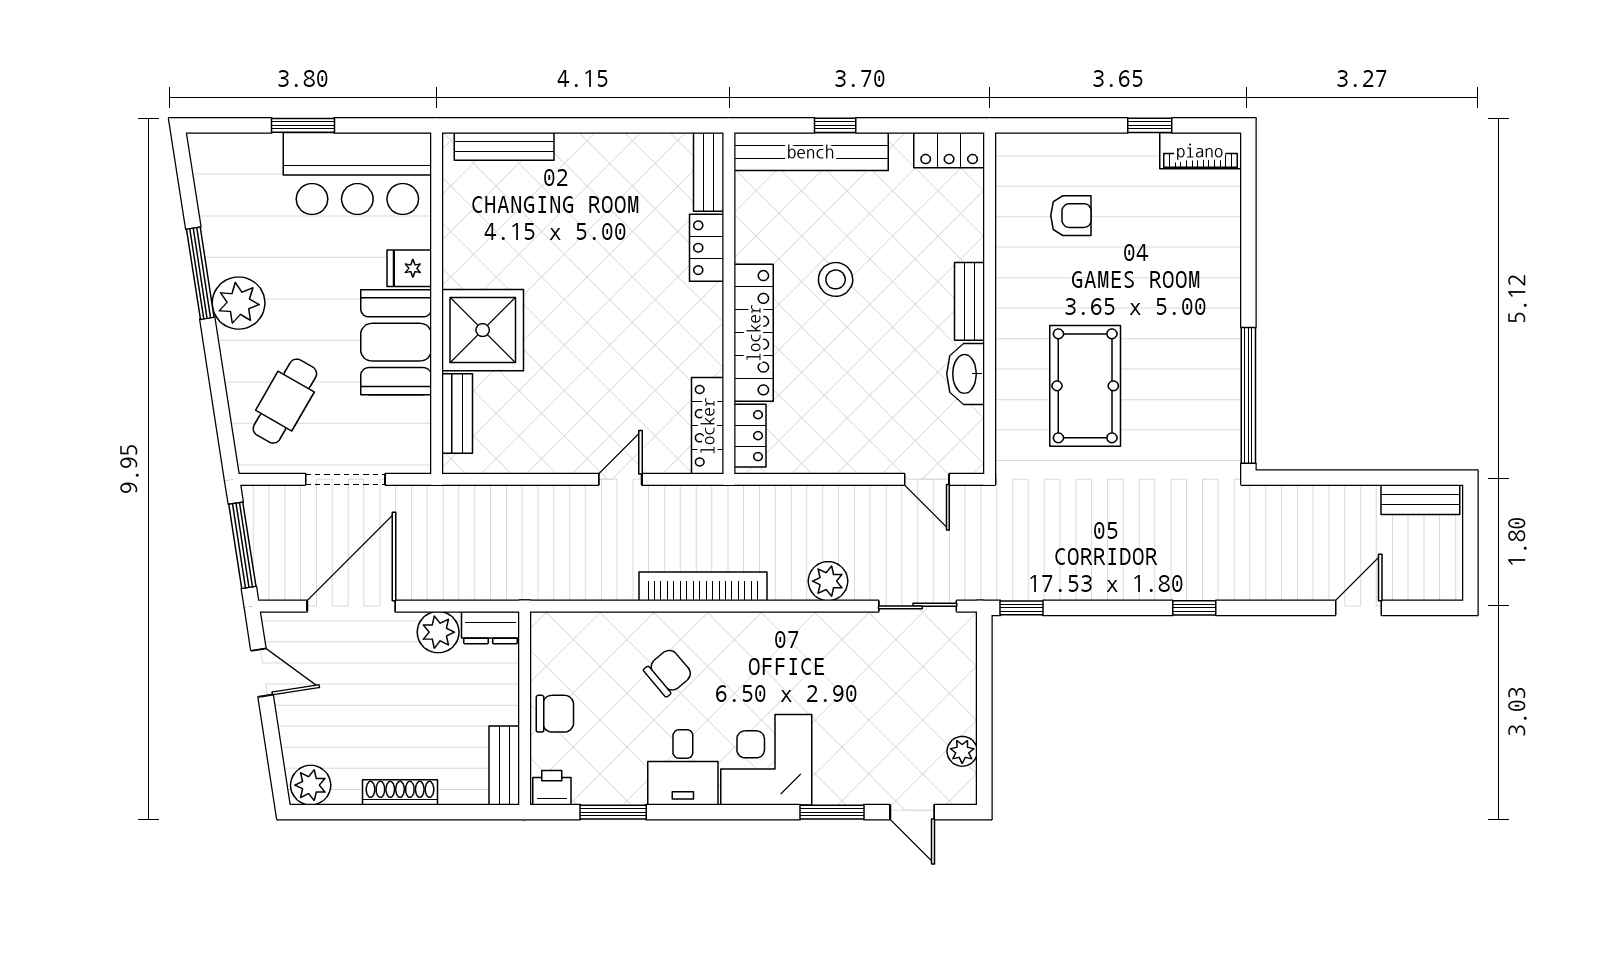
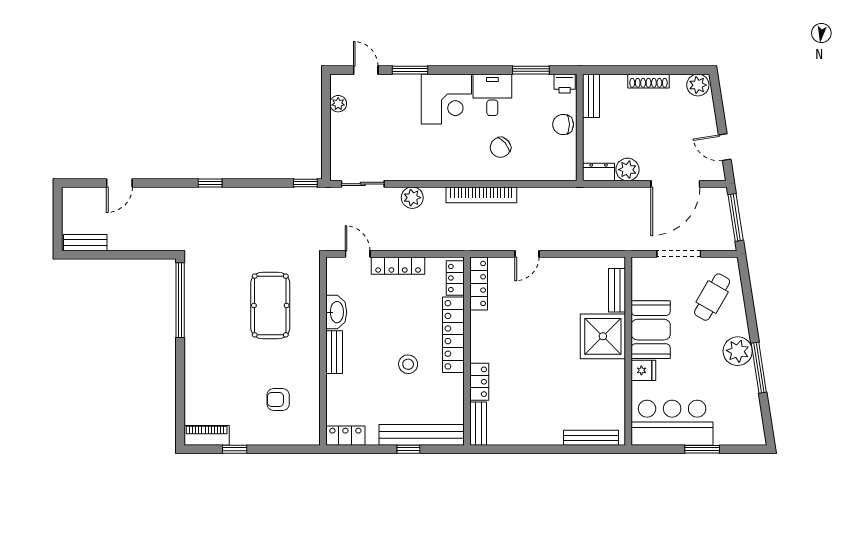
locker: (854, 458) -> (398, 266), added

